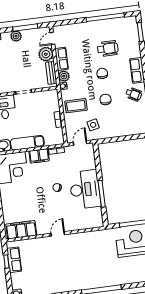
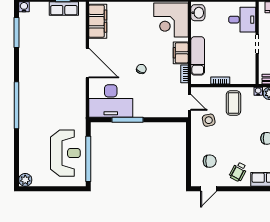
chair: (105, 99) -> (210, 161), moved
exam couch: (27, 143) -> (198, 56), moved
desk: (85, 189) -> (111, 101), moved
door: (58, 234) -> (87, 63), width x1.88

